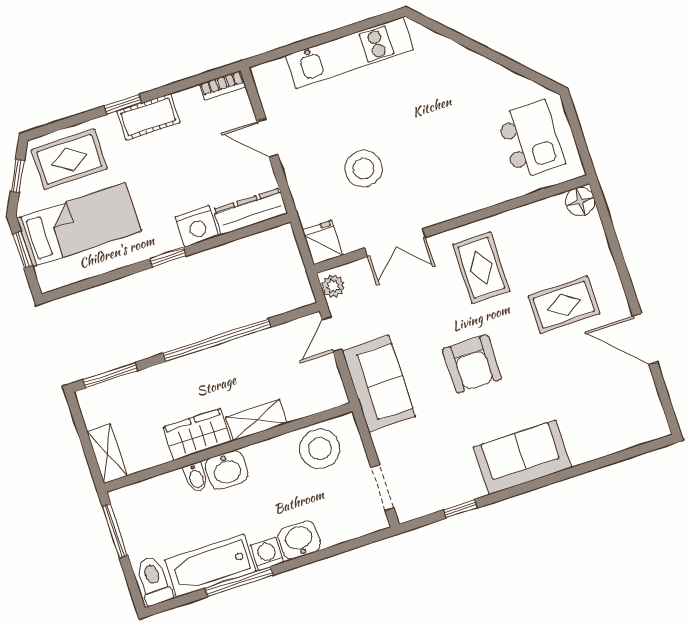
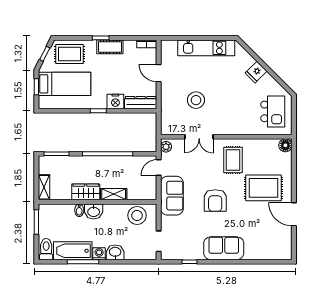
fridge: (323, 242) -> (256, 72), moved, turned -135
rug: (564, 305) -> (263, 188), width x1.36, depth x1.43

